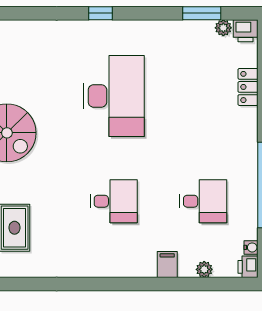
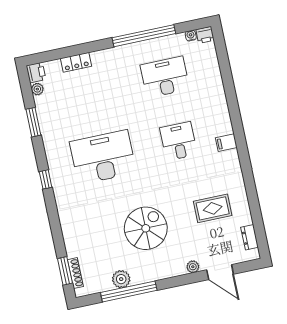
window: (202, 13) -> (33, 122), moved
desk: (203, 201) -> (165, 77), width x1.37
filing cabinet: (167, 265) -> (226, 143), moved
plant: (204, 269) -> (214, 66), removed

